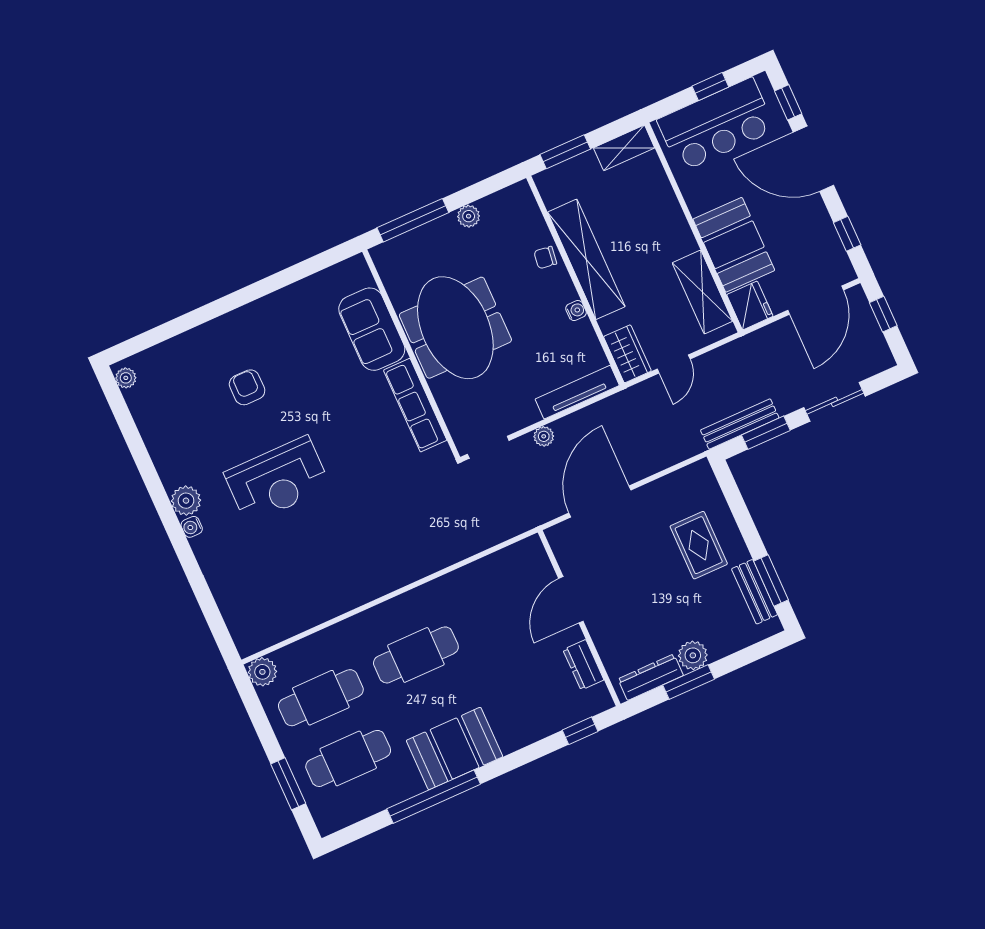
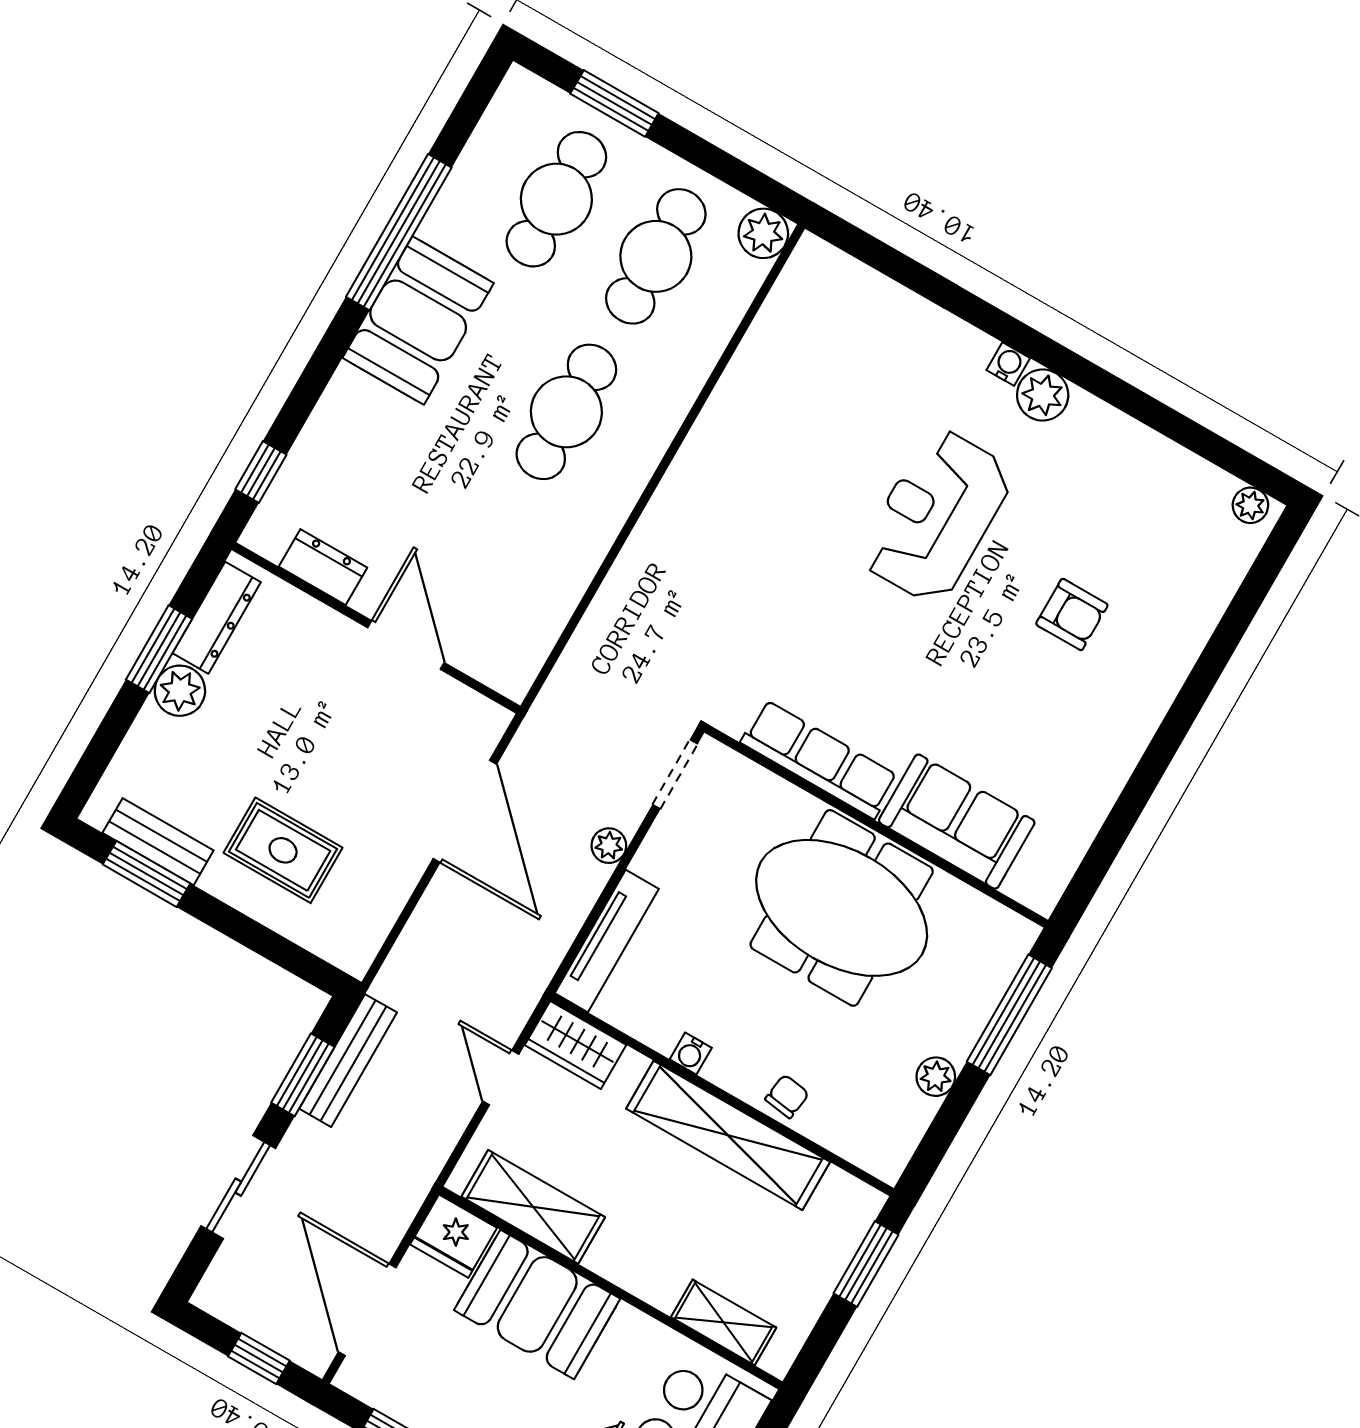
shelving: (624, 148) -> (724, 1322), moved, turned 90

